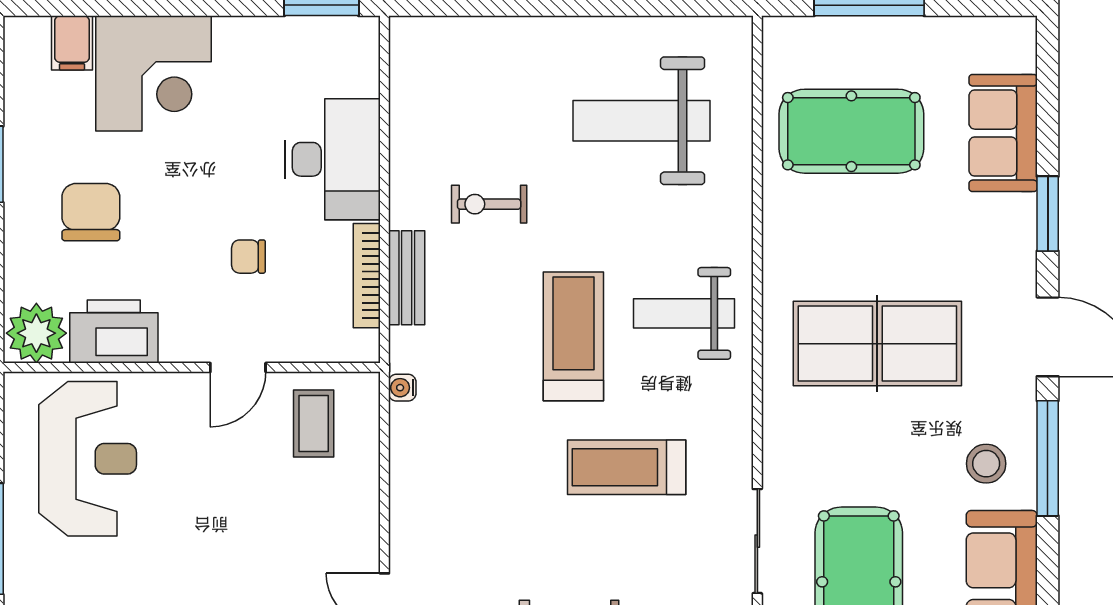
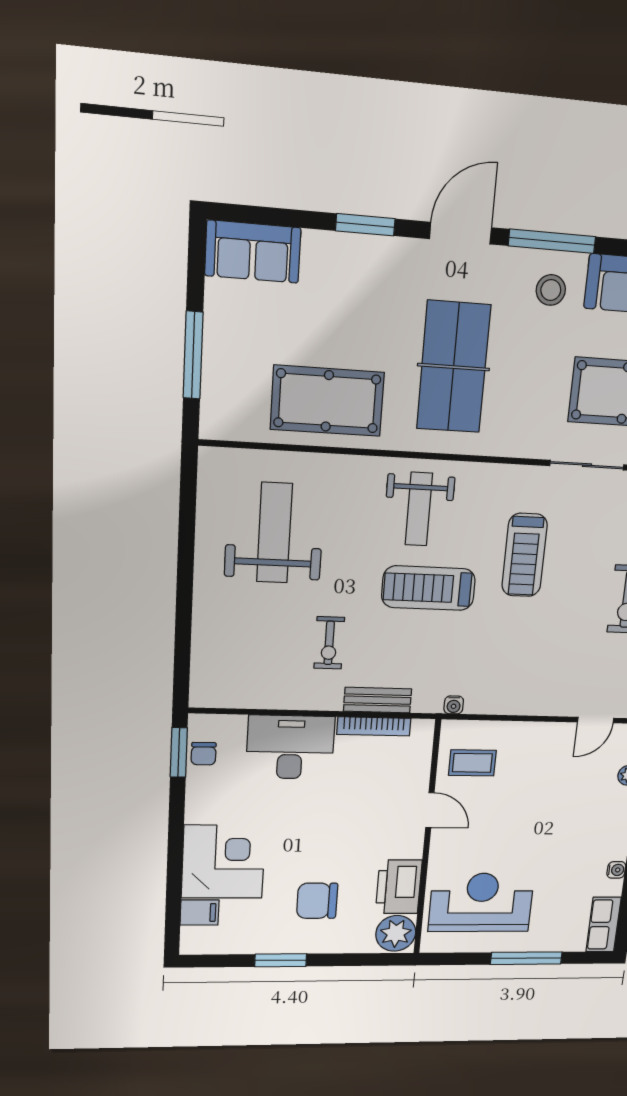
weight bench: (642, 121) -> (274, 533), turned 180
pool table: (851, 131) -> (327, 401), moved, turned 90
sofa: (1003, 133) -> (253, 252), moved
chair: (248, 257) -> (204, 754), moved

